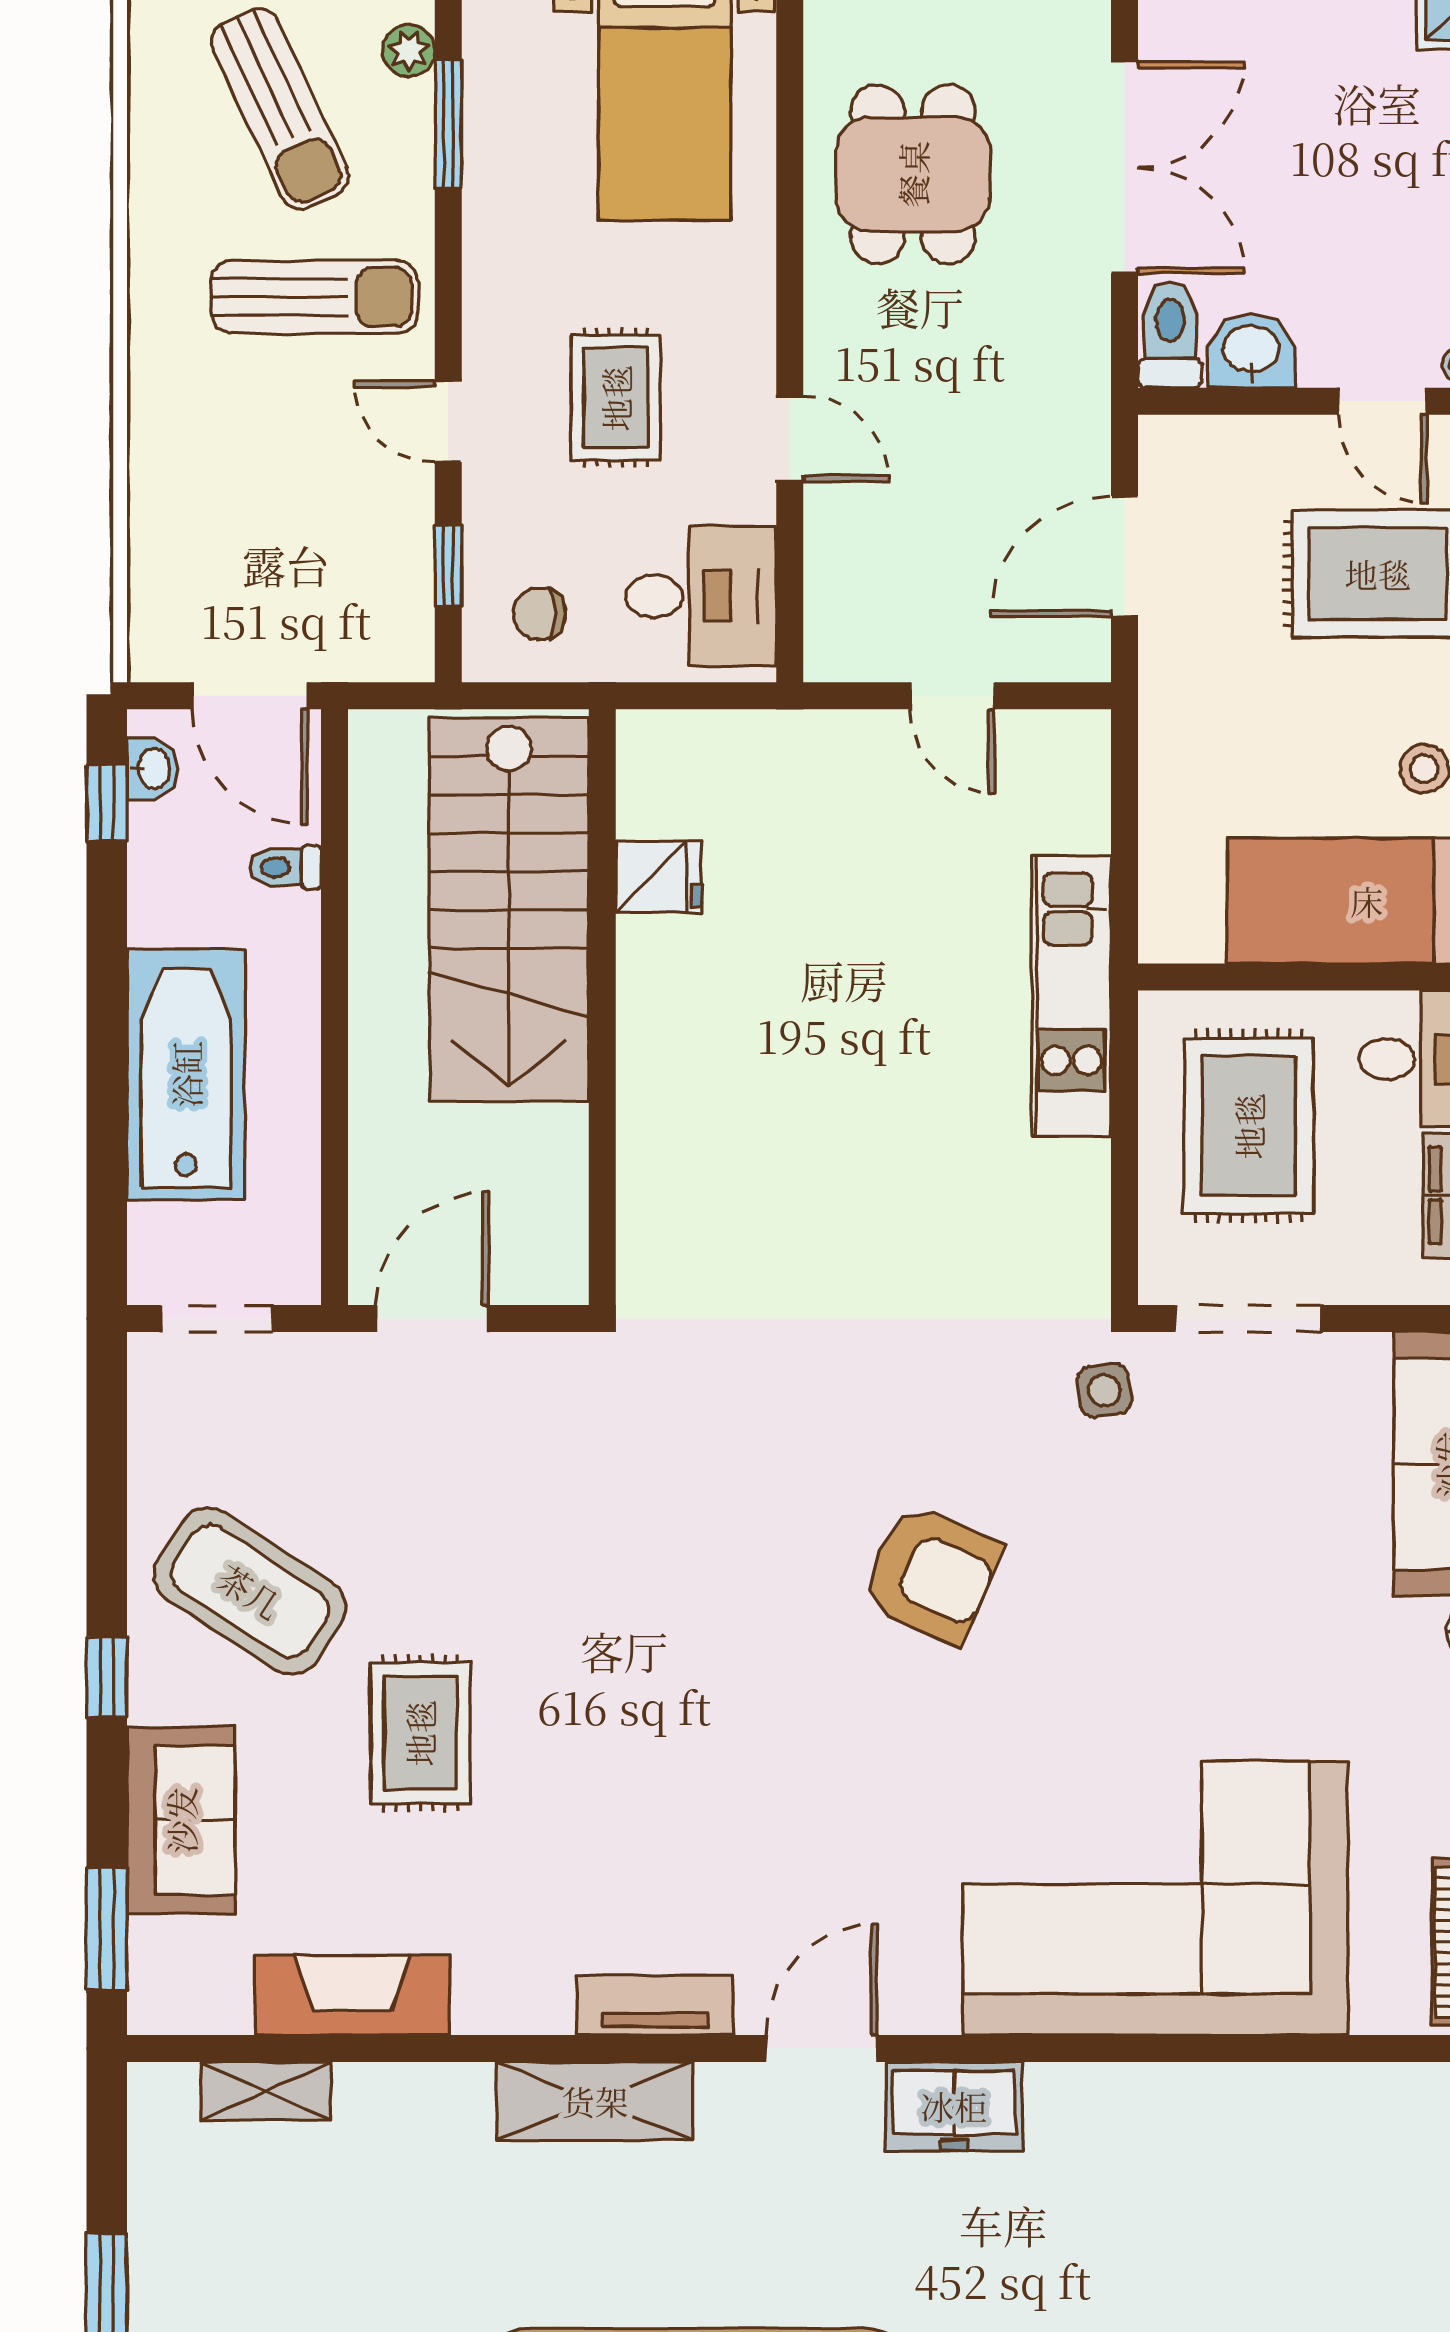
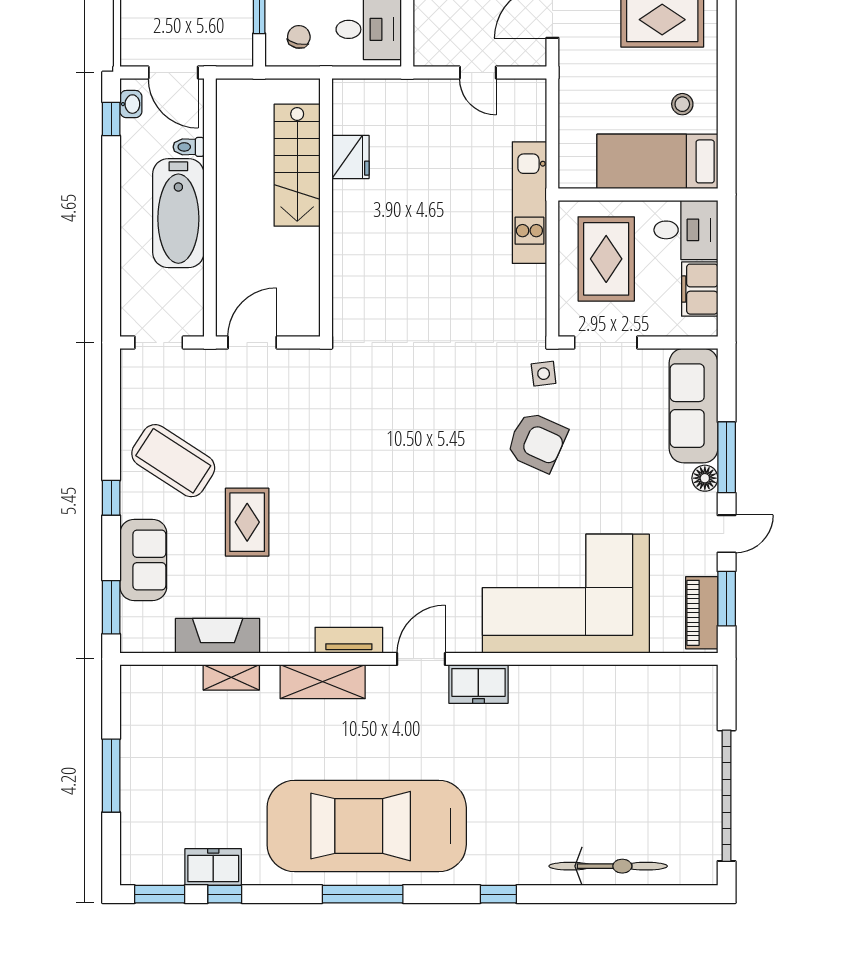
chair: (540, 614) -> (299, 37), turned 103
fridge: (659, 877) -> (350, 157), width x1.38
stairs: (509, 910) -> (297, 165), width x0.73, depth x0.66
bathtub: (186, 1074) -> (178, 213), moved, turned 180
armchair: (931, 1574) -> (537, 442), moved
shelving: (266, 2091) -> (231, 677), moved

